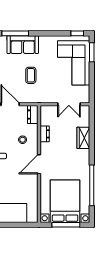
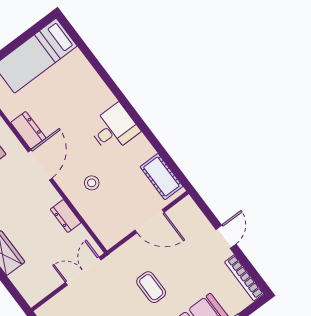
double door: (69, 104) -> (83, 271), moved
dresser: (33, 115) -> (28, 130), moved

